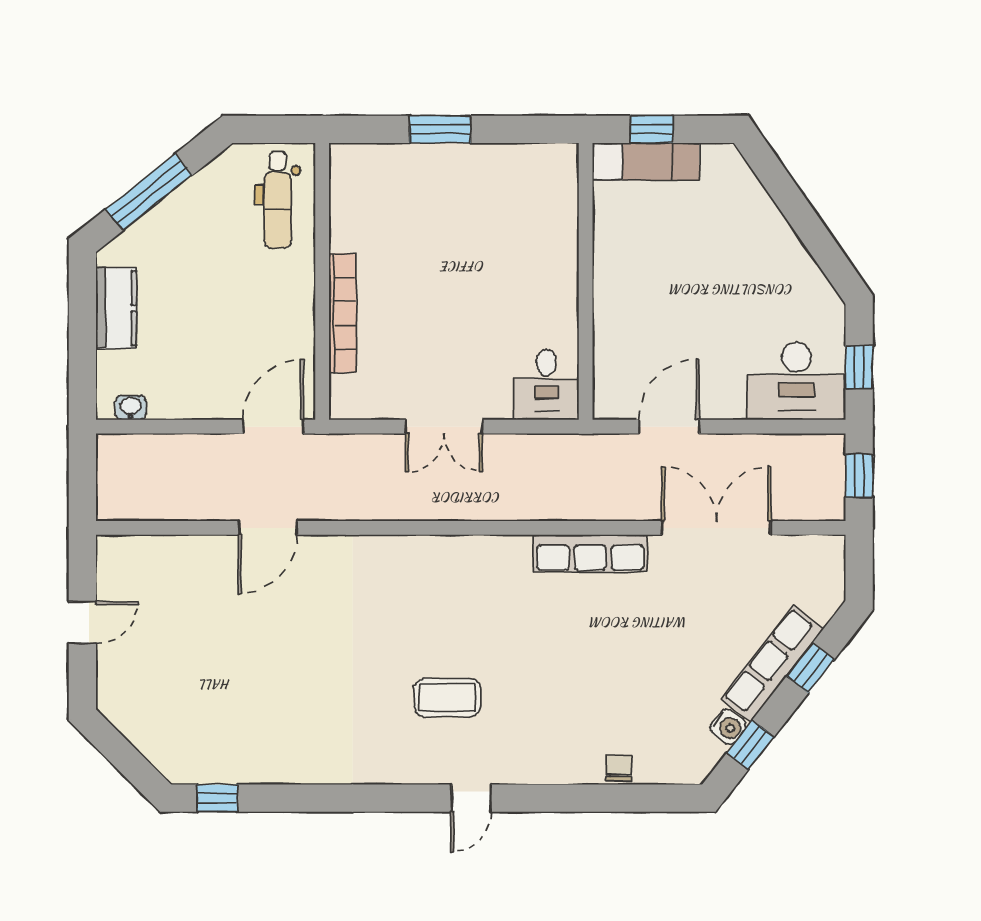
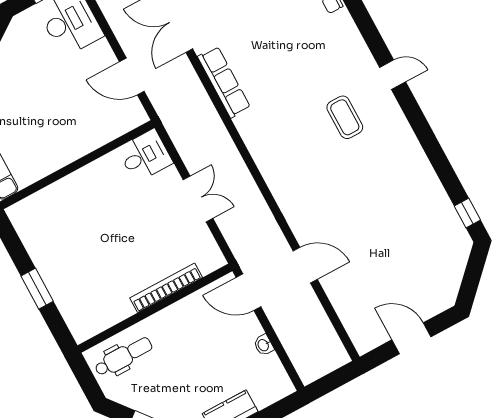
washbasin: (131, 408) -> (264, 345), moved
door: (82, 623) -> (411, 338), width x1.38

